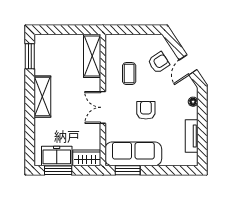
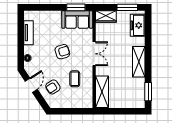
armchair: (146, 110) -> (62, 52), turned -107
sofa: (133, 154) -> (77, 19), width x0.73
freezer: (57, 156) -> (138, 25), moved, turned 90

